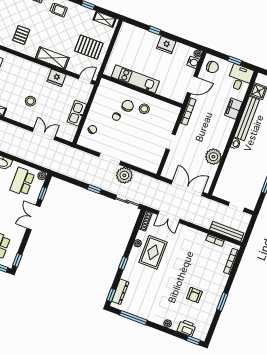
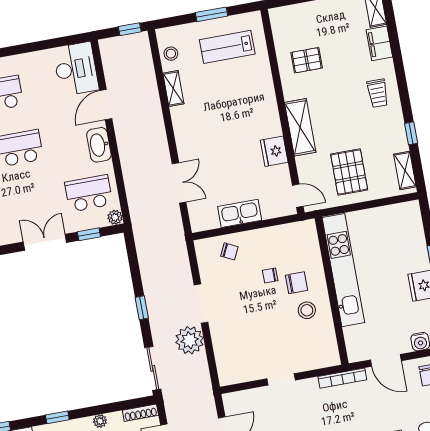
kitchen unit: (135, 79) -> (343, 270), width x1.36
stool: (30, 101) -> (216, 133), removed

